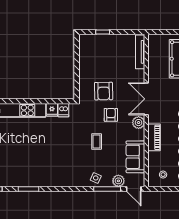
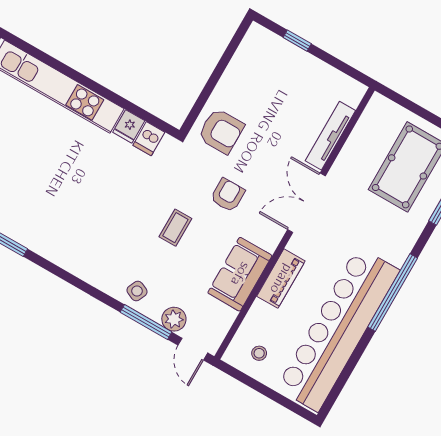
tv unit: (140, 52) -> (330, 136), moved
armchair: (104, 91) -> (221, 131), moved, turned -89
plant: (139, 123) -> (269, 237), removed
sofa: (135, 157) -> (240, 274), moved

